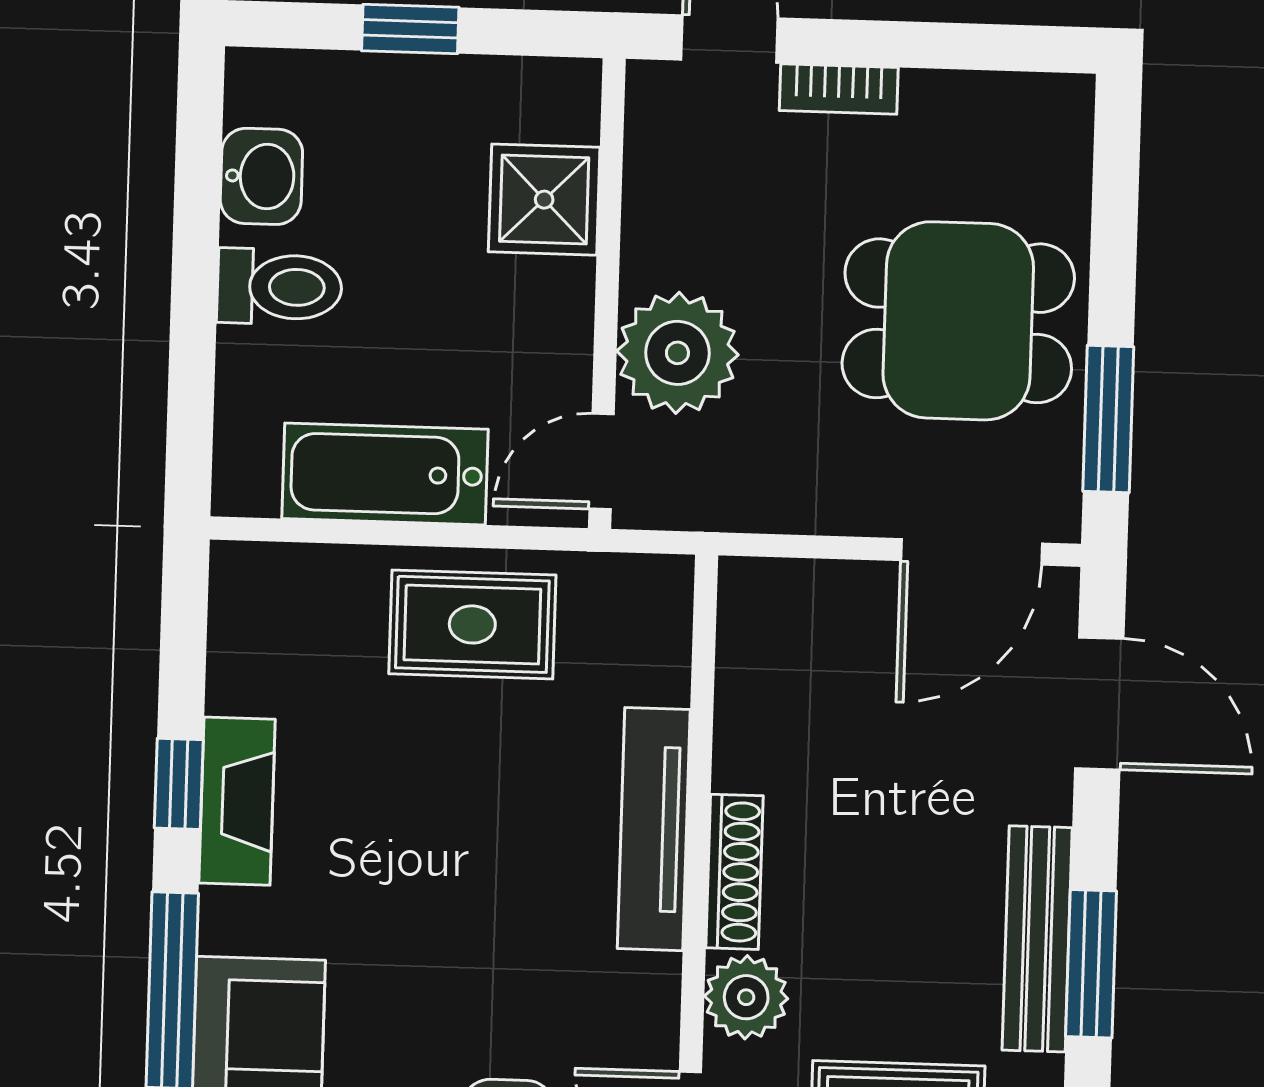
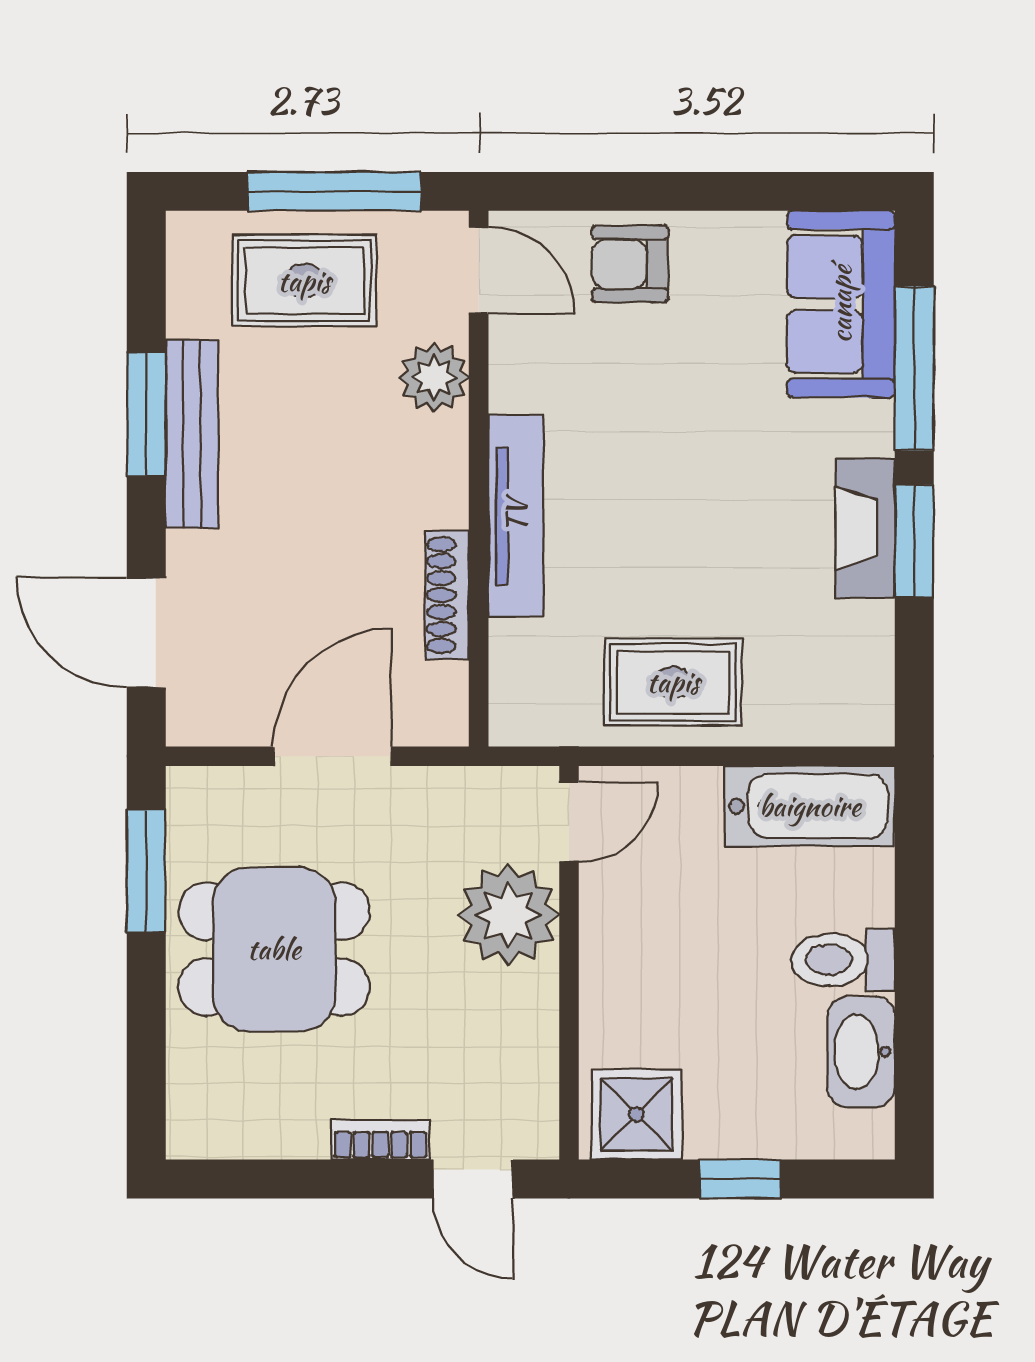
washbasin: (261, 176) -> (861, 1052), width x1.38
shower: (544, 200) -> (636, 1114), moved
bathtub: (385, 474) -> (810, 806), moved
door: (971, 552) -> (332, 756), moved
window: (179, 784) -> (914, 541), width x1.50
shoe rack: (734, 872) -> (447, 595), moved

